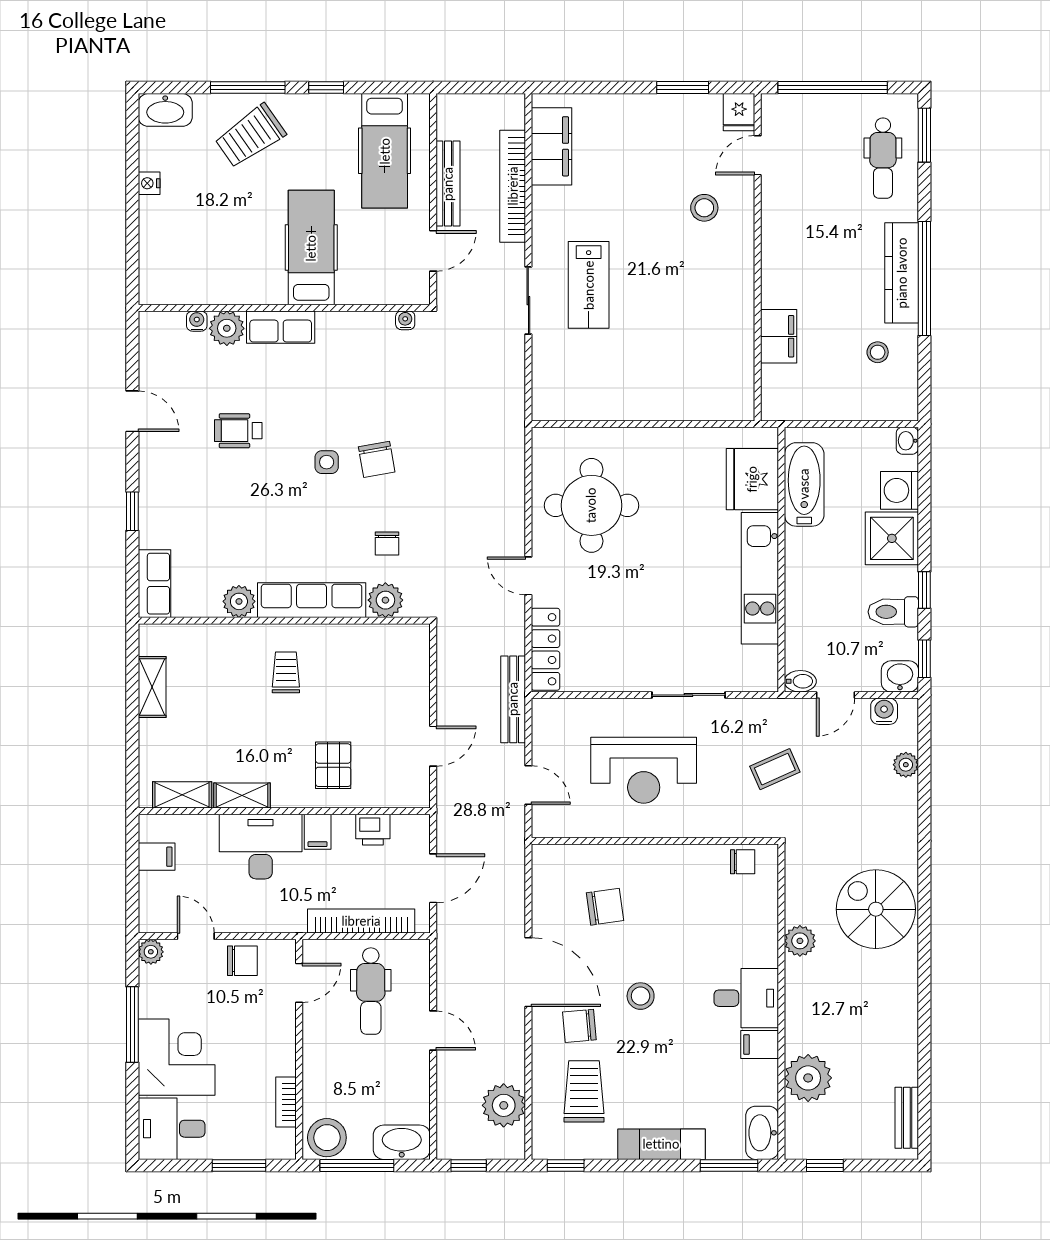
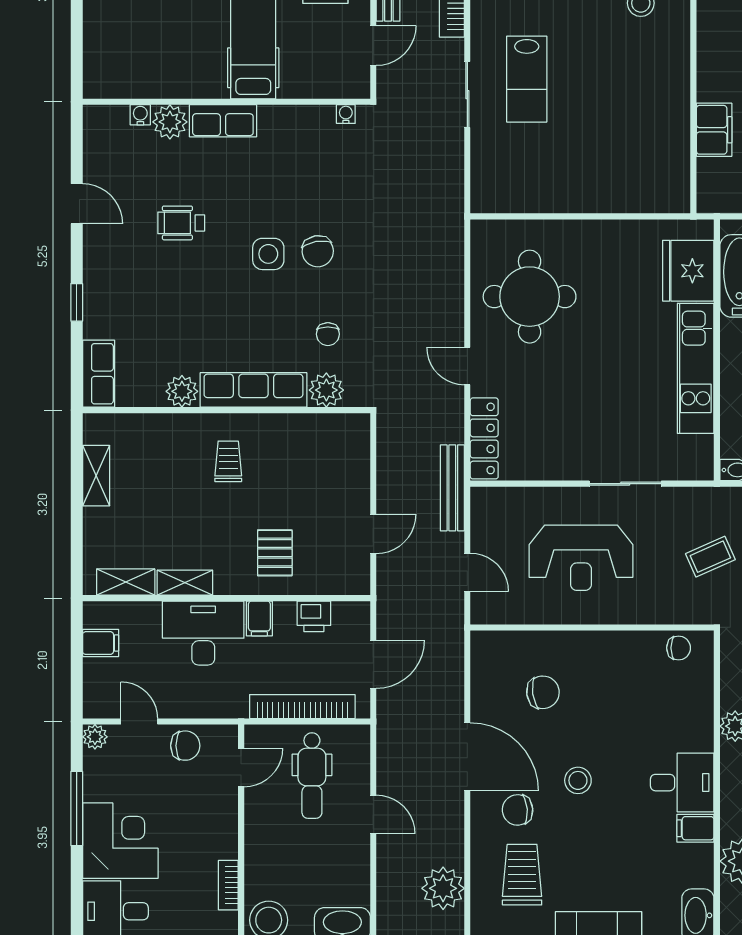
side table: (327, 462) -> (268, 254), width x1.37, depth x1.37

